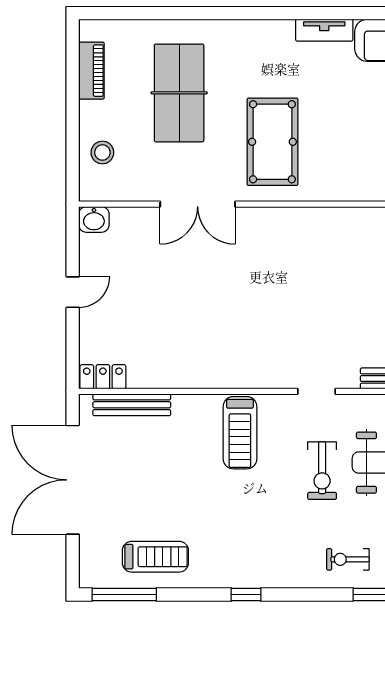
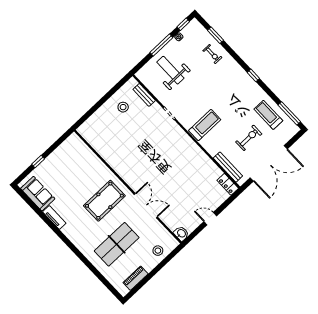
exercise bike: (322, 471) -> (249, 138), moved

